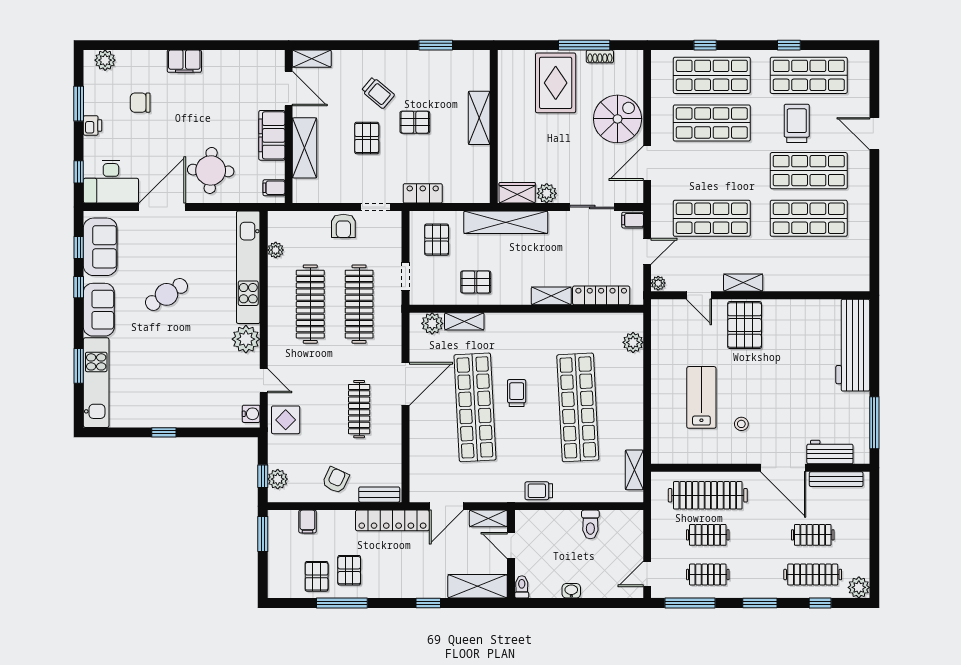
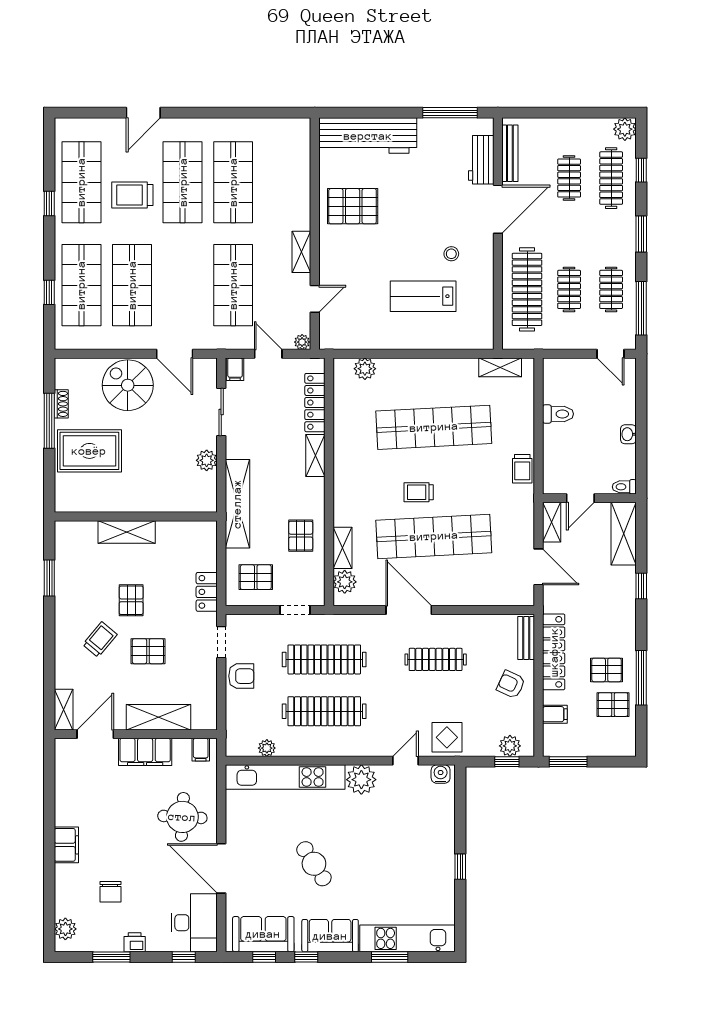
wardrobe: (517, 193) -> (206, 492), removed
pallet: (745, 325) -> (353, 206), moved
locker: (392, 520) -> (554, 652), moved

